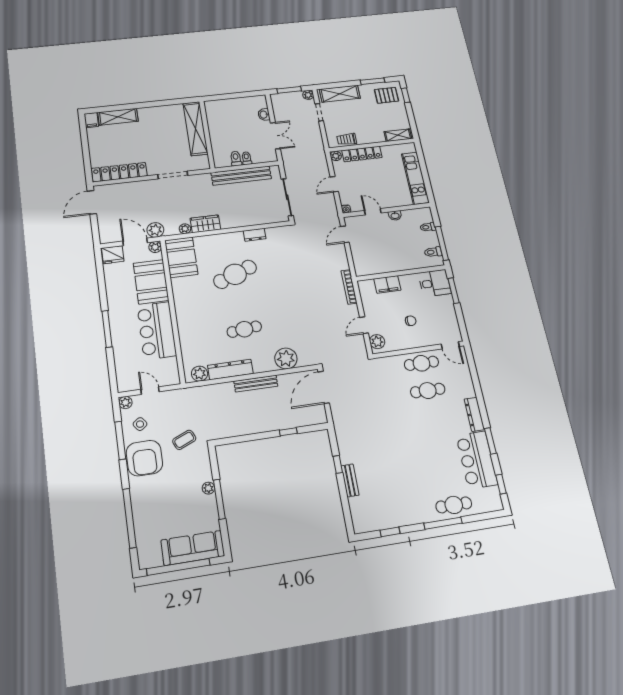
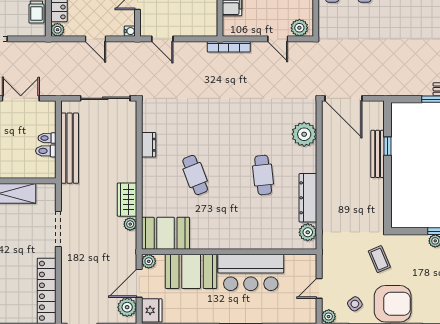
plant: (155, 230) -> (127, 307), moved
cafe table: (235, 274) -> (195, 175), width x0.73, depth x0.74
bench: (256, 384) -> (378, 154), moved

